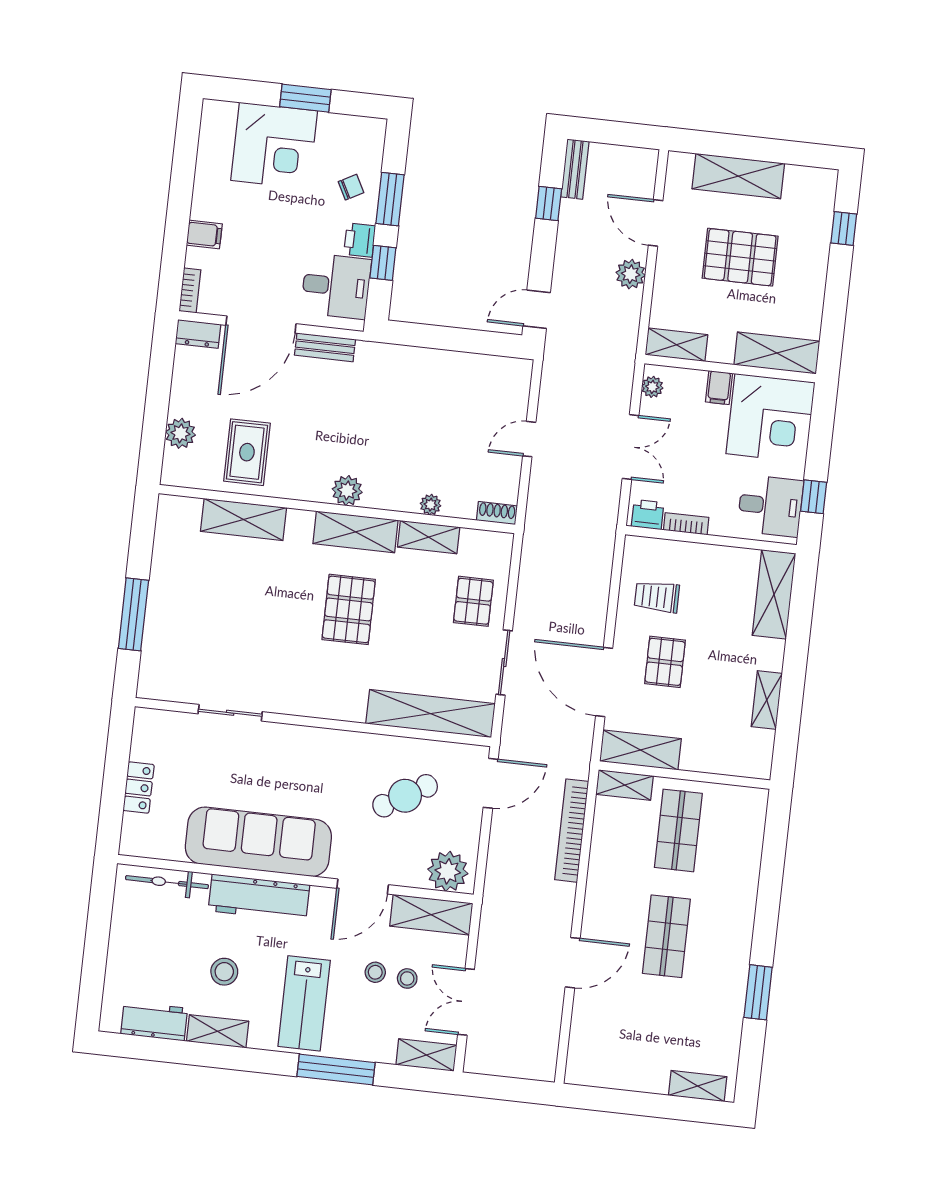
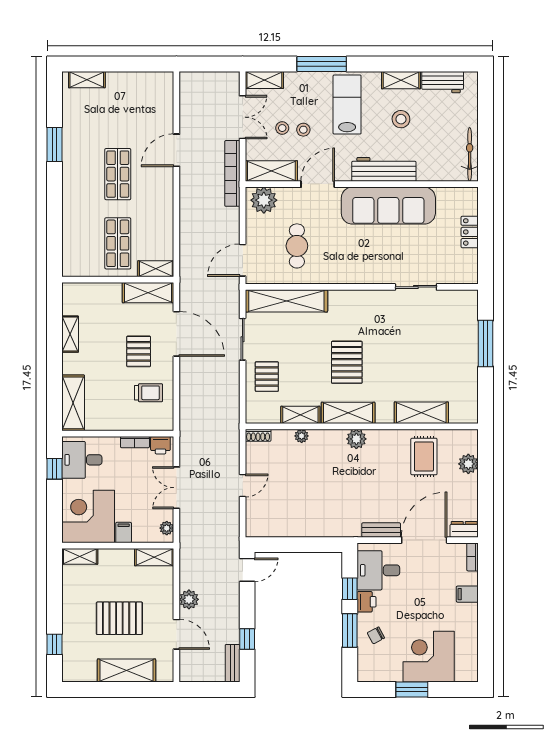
shelving: (777, 353) -> (80, 556), width x0.67, depth x0.75
cafe table: (405, 796) -> (297, 246), turned -59
bookcase: (572, 831) -> (232, 173), moved, turned 180
bicycle: (167, 882) -> (470, 154), moved, turned -90

